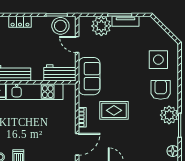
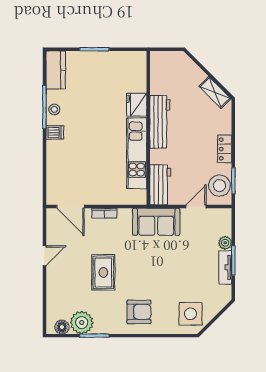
locker: (20, 22) -> (225, 149), moved
plant: (101, 26) -> (225, 243), width x0.53, depth x0.53
side table: (158, 60) -> (190, 314), moved
rug: (114, 110) -> (103, 272), moved
plant: (169, 115) -> (82, 323), moved

